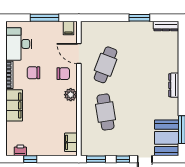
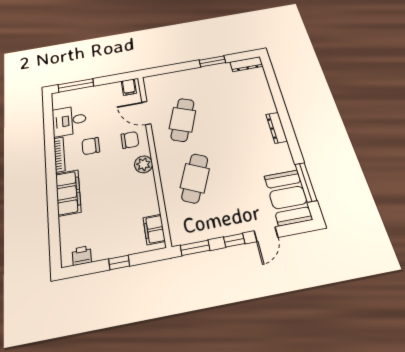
window: (44, 18) -> (76, 85), moved
desk: (19, 44) -> (69, 121), width x0.73
cafe table: (106, 112) -> (195, 178), turned 33
window: (30, 159) -> (119, 262), moved

